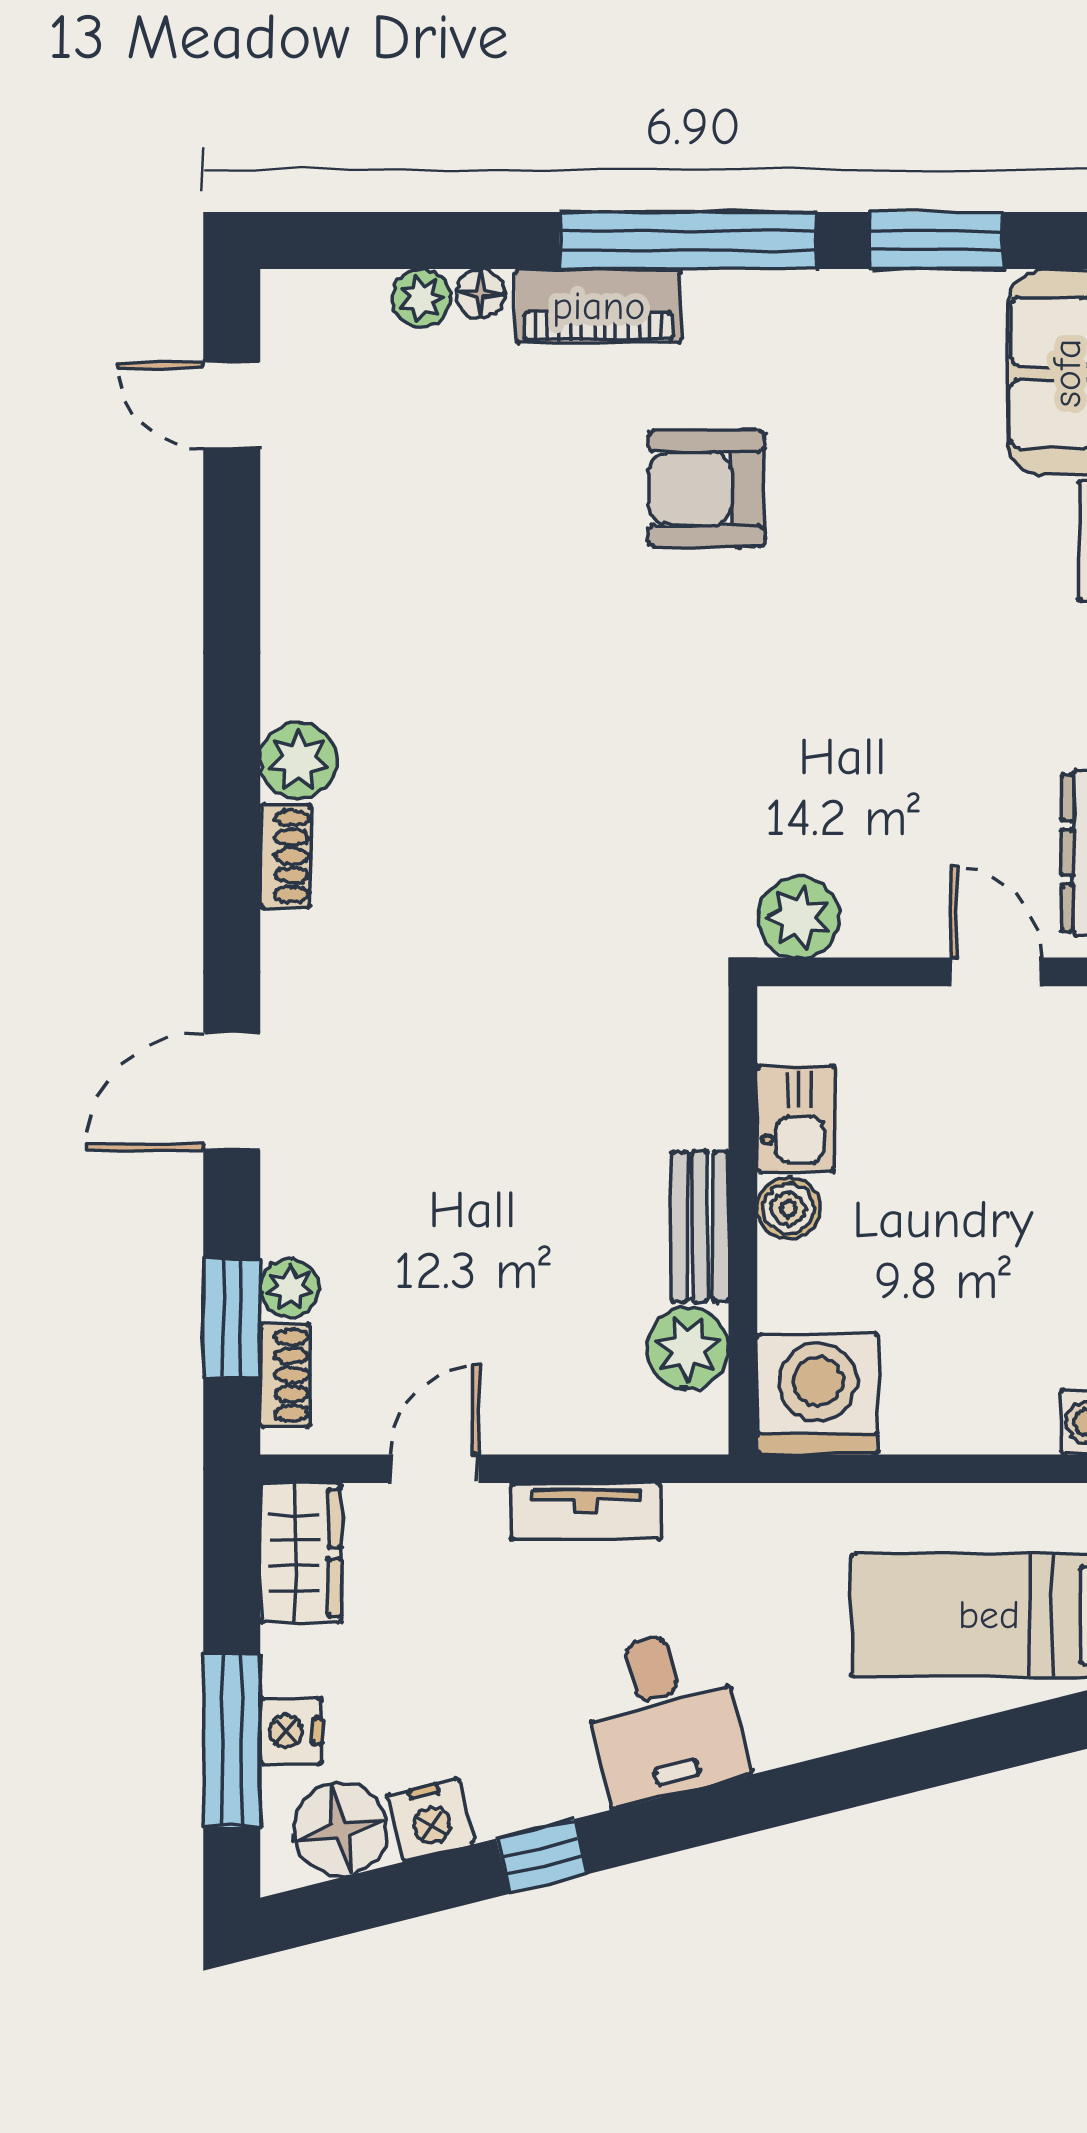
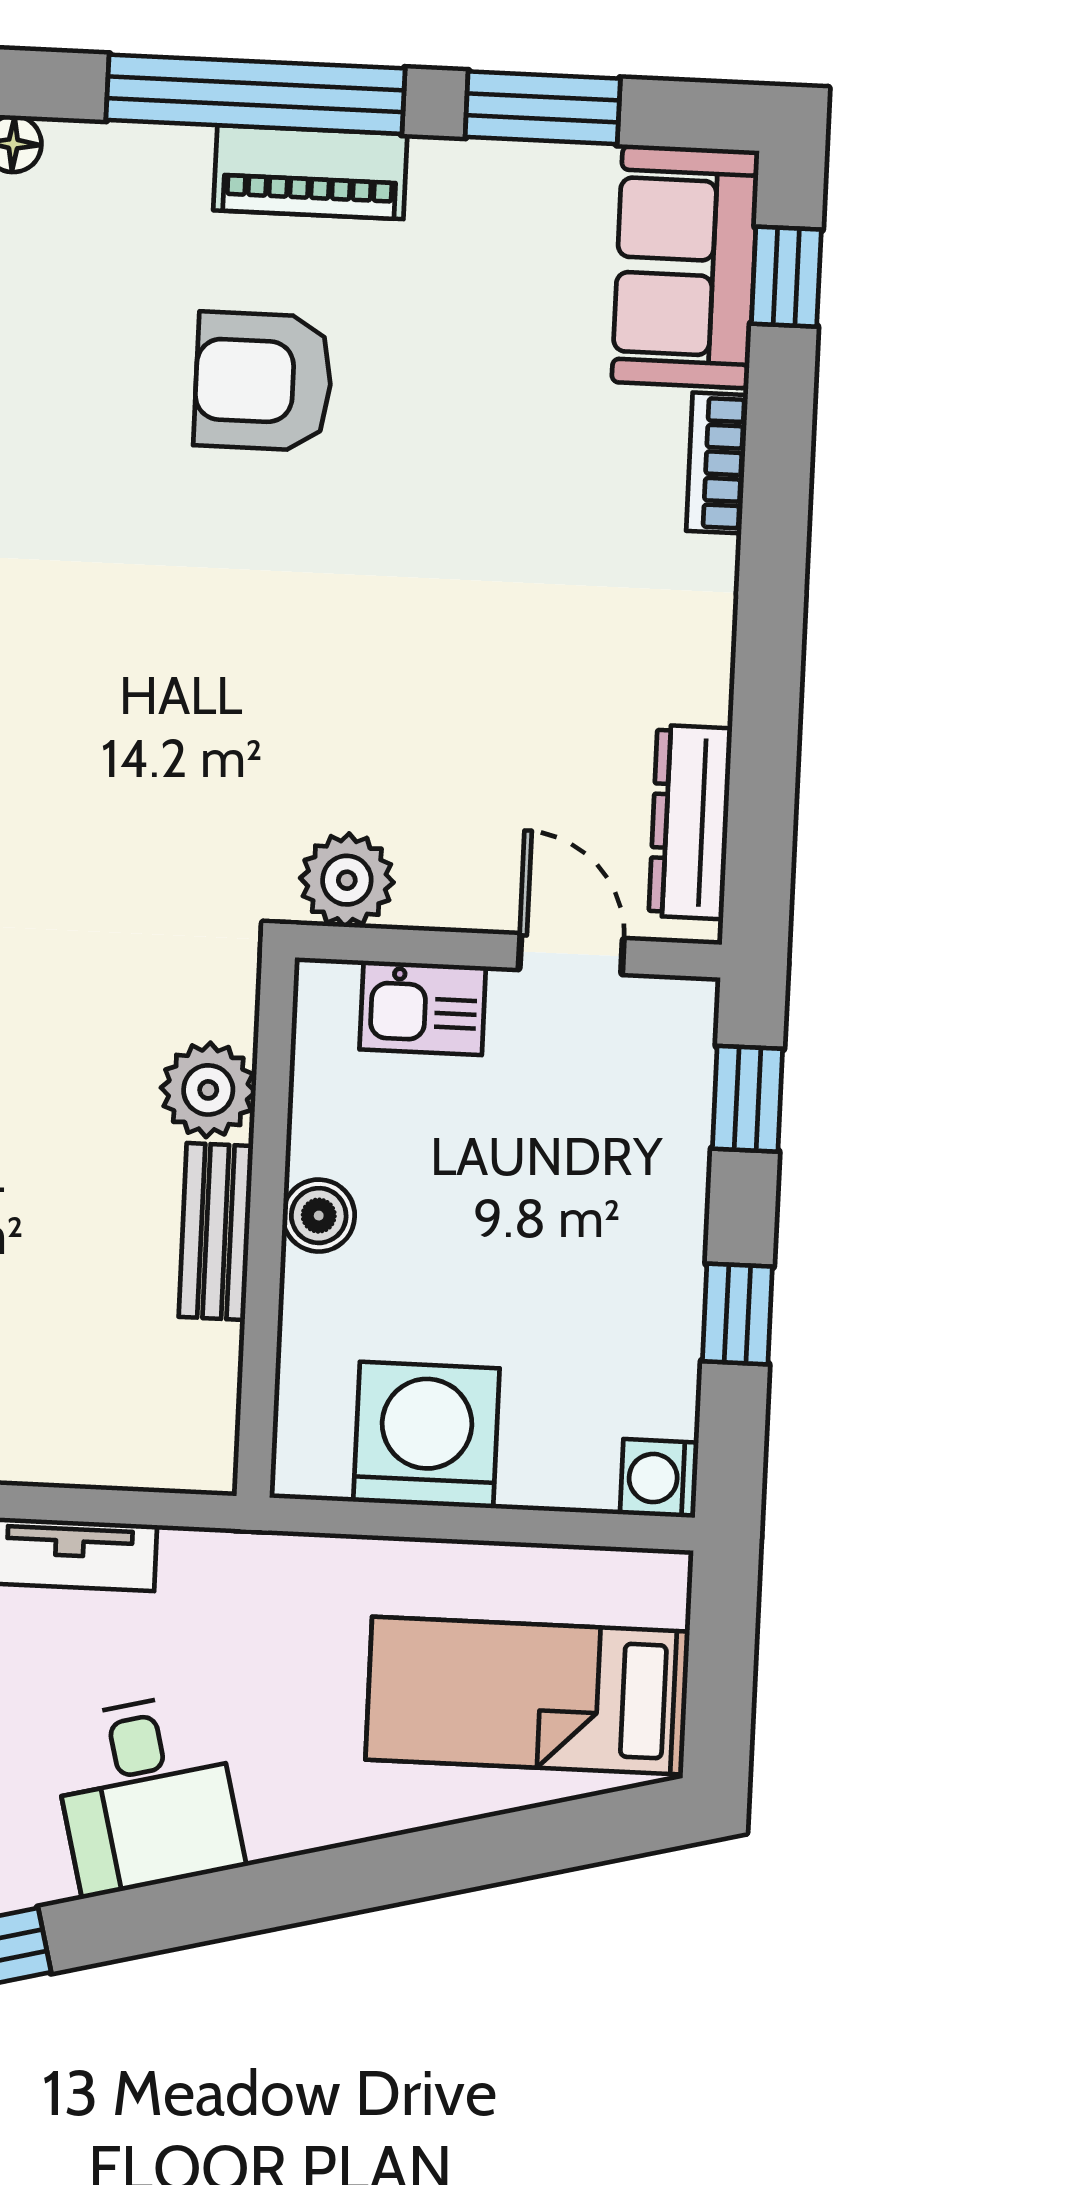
piano: (599, 306) -> (310, 172), moved
kitchen sink: (796, 1118) -> (423, 1008), moved, turned 90
plant: (688, 1349) -> (208, 1090), moved
washing machine: (818, 1394) -> (426, 1435), moved

